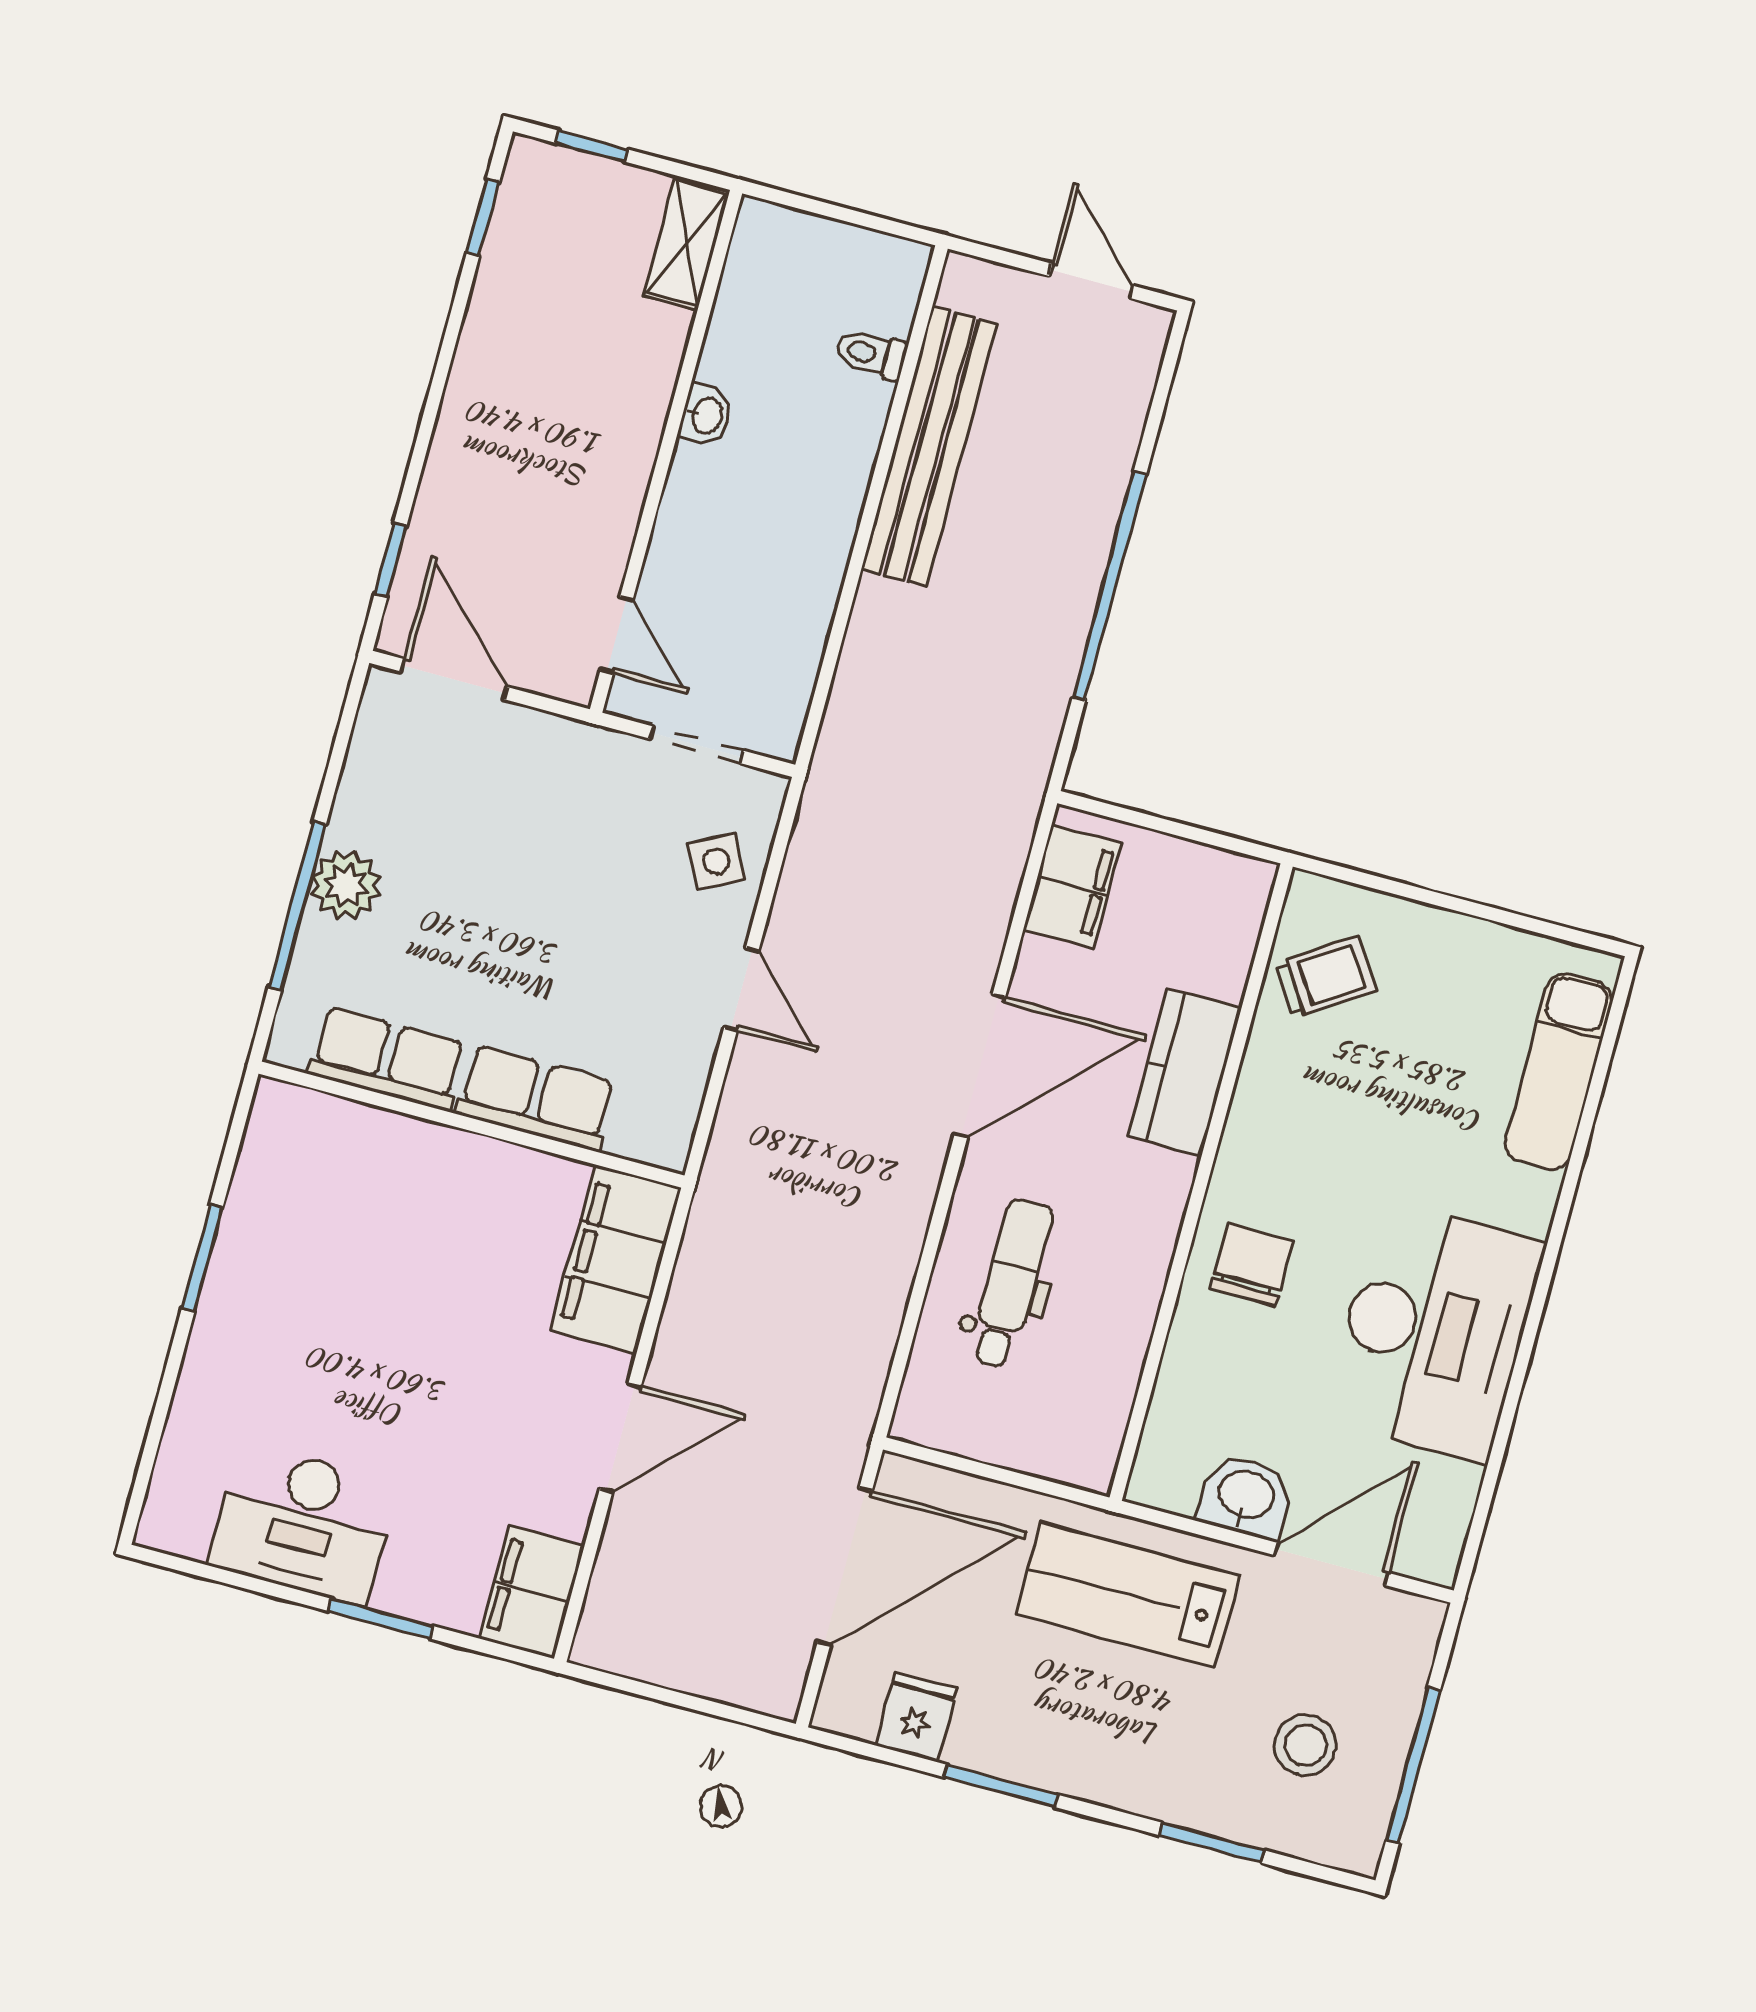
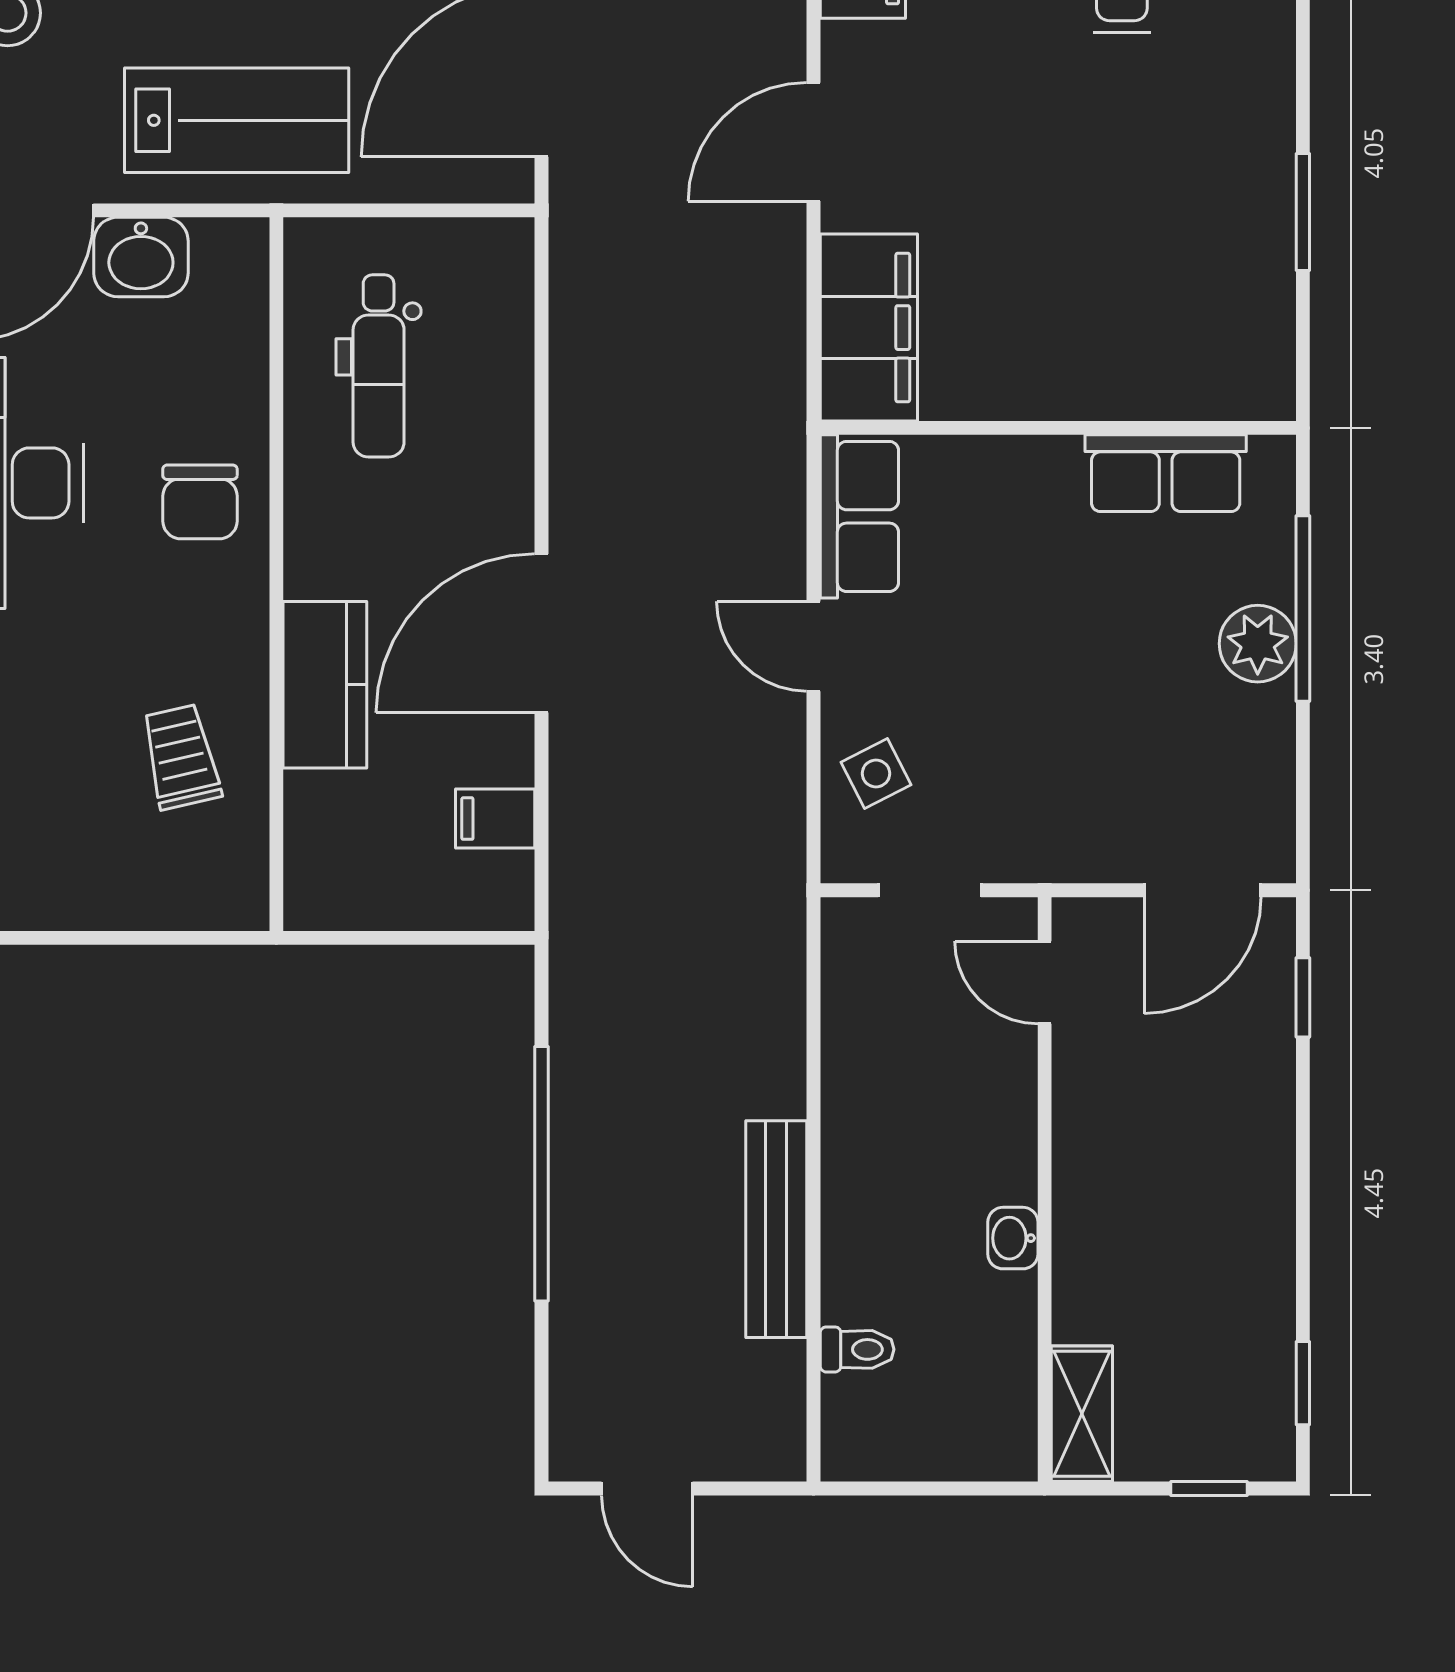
bench: (929, 447) -> (776, 1229), width x0.73, depth x0.82
door: (454, 679) -> (1203, 890), hinge flipped
filing cabinet: (1073, 886) -> (495, 819), width x0.50
trolley: (1326, 977) -> (181, 757), moved, turned 110
row of seats: (536, 1098) -> (859, 516), moved, turned -90
dental chair: (1011, 1283) -> (379, 366), moved

